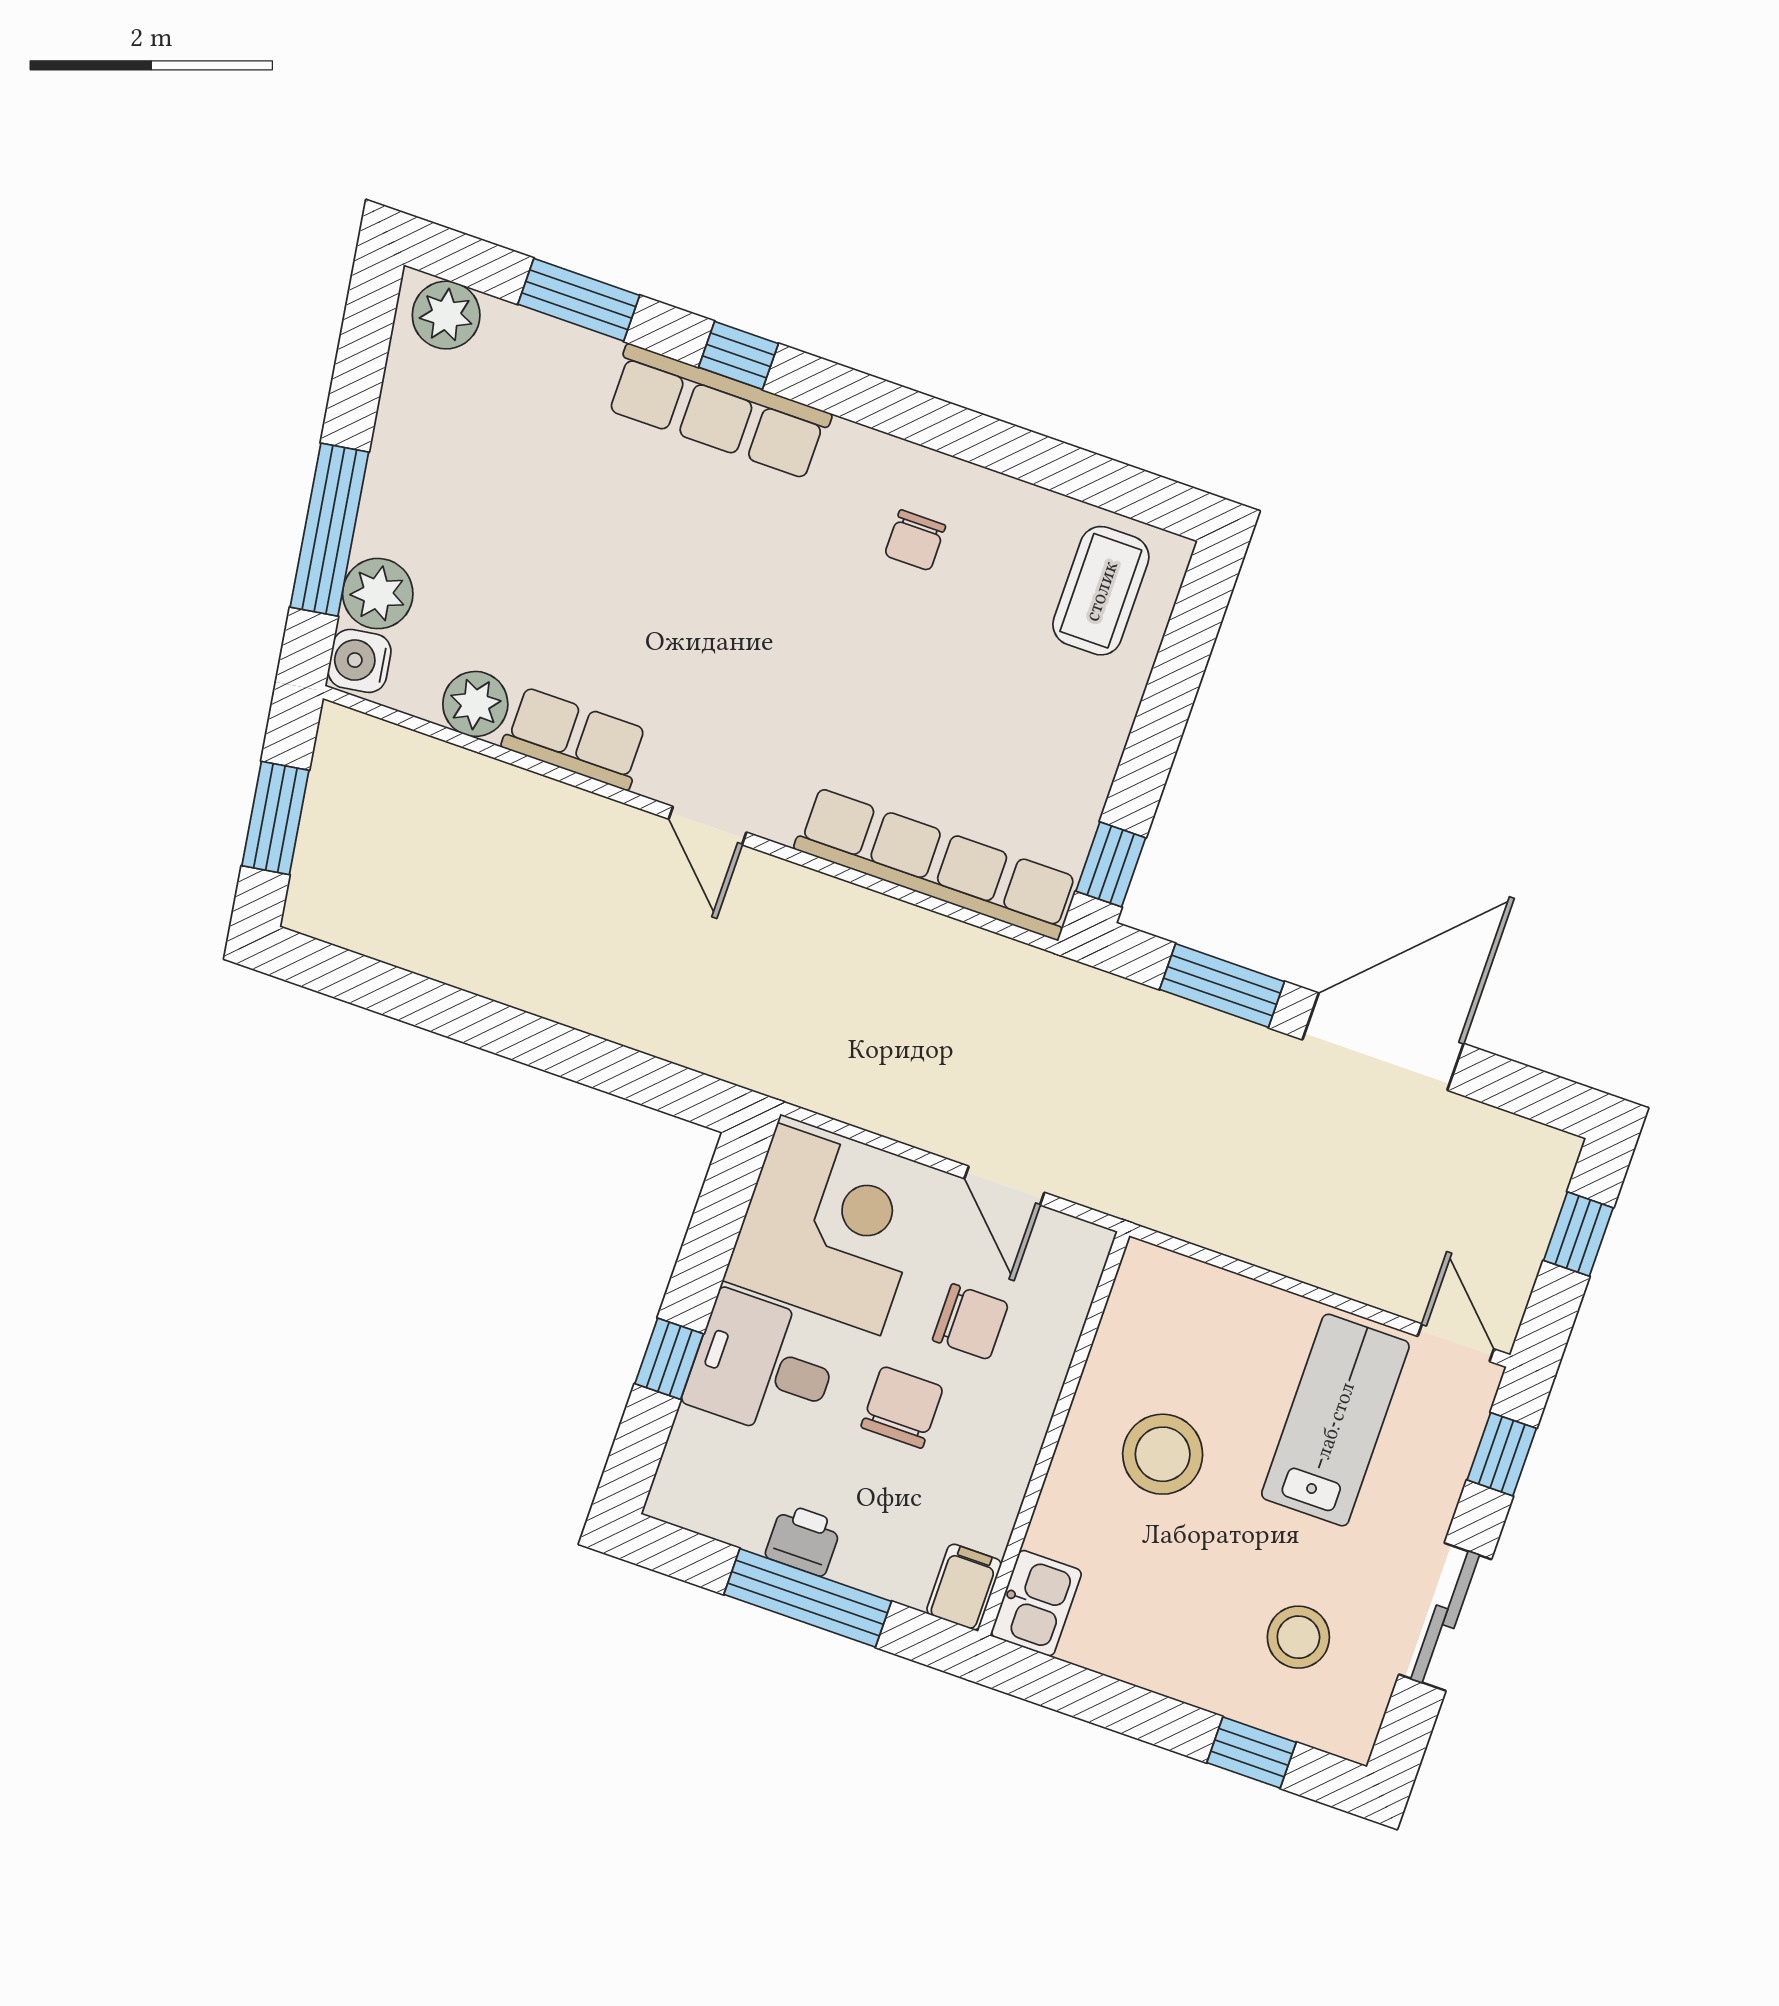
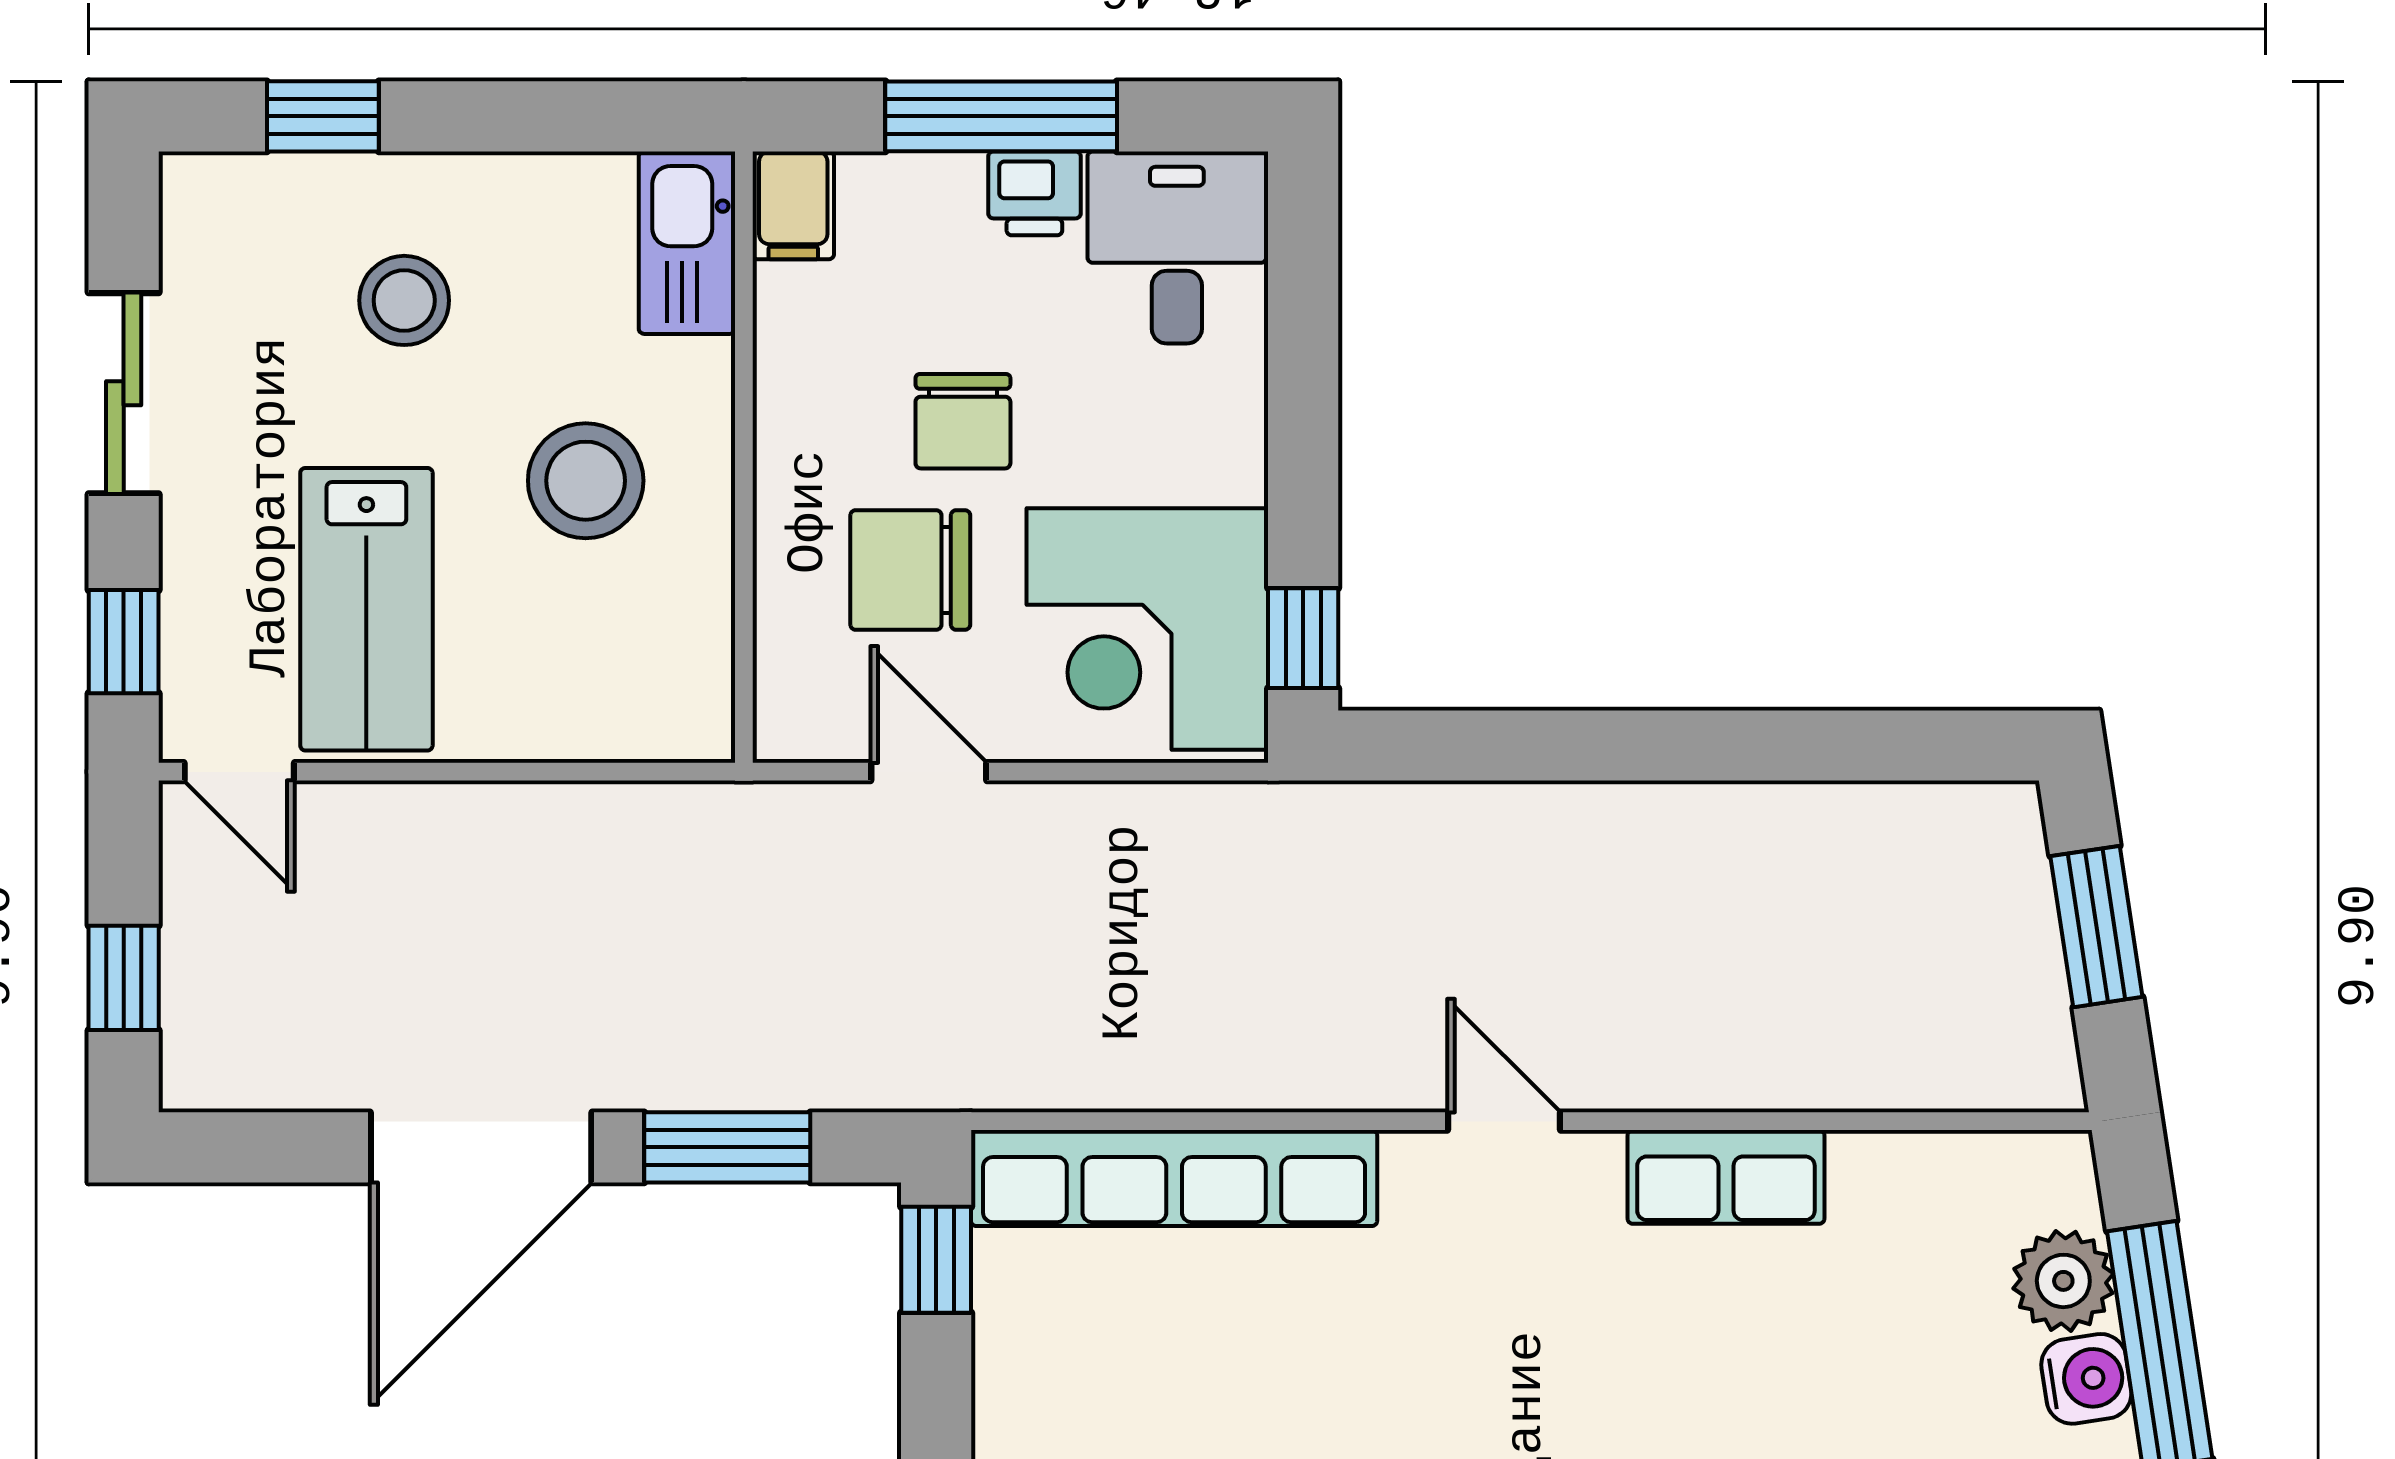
water cooler: (359, 661) -> (2086, 1379), moved
plant: (475, 704) -> (1878, 1177), removed
chair: (970, 1322) -> (910, 570), width x1.37, depth x1.37
window: (669, 1359) -> (1303, 638), moved
desk: (763, 1366) -> (1177, 247), moved, turned -90
kitchen sink: (1036, 1603) -> (687, 243), width x1.38
stool: (1298, 1637) -> (404, 300), moved

